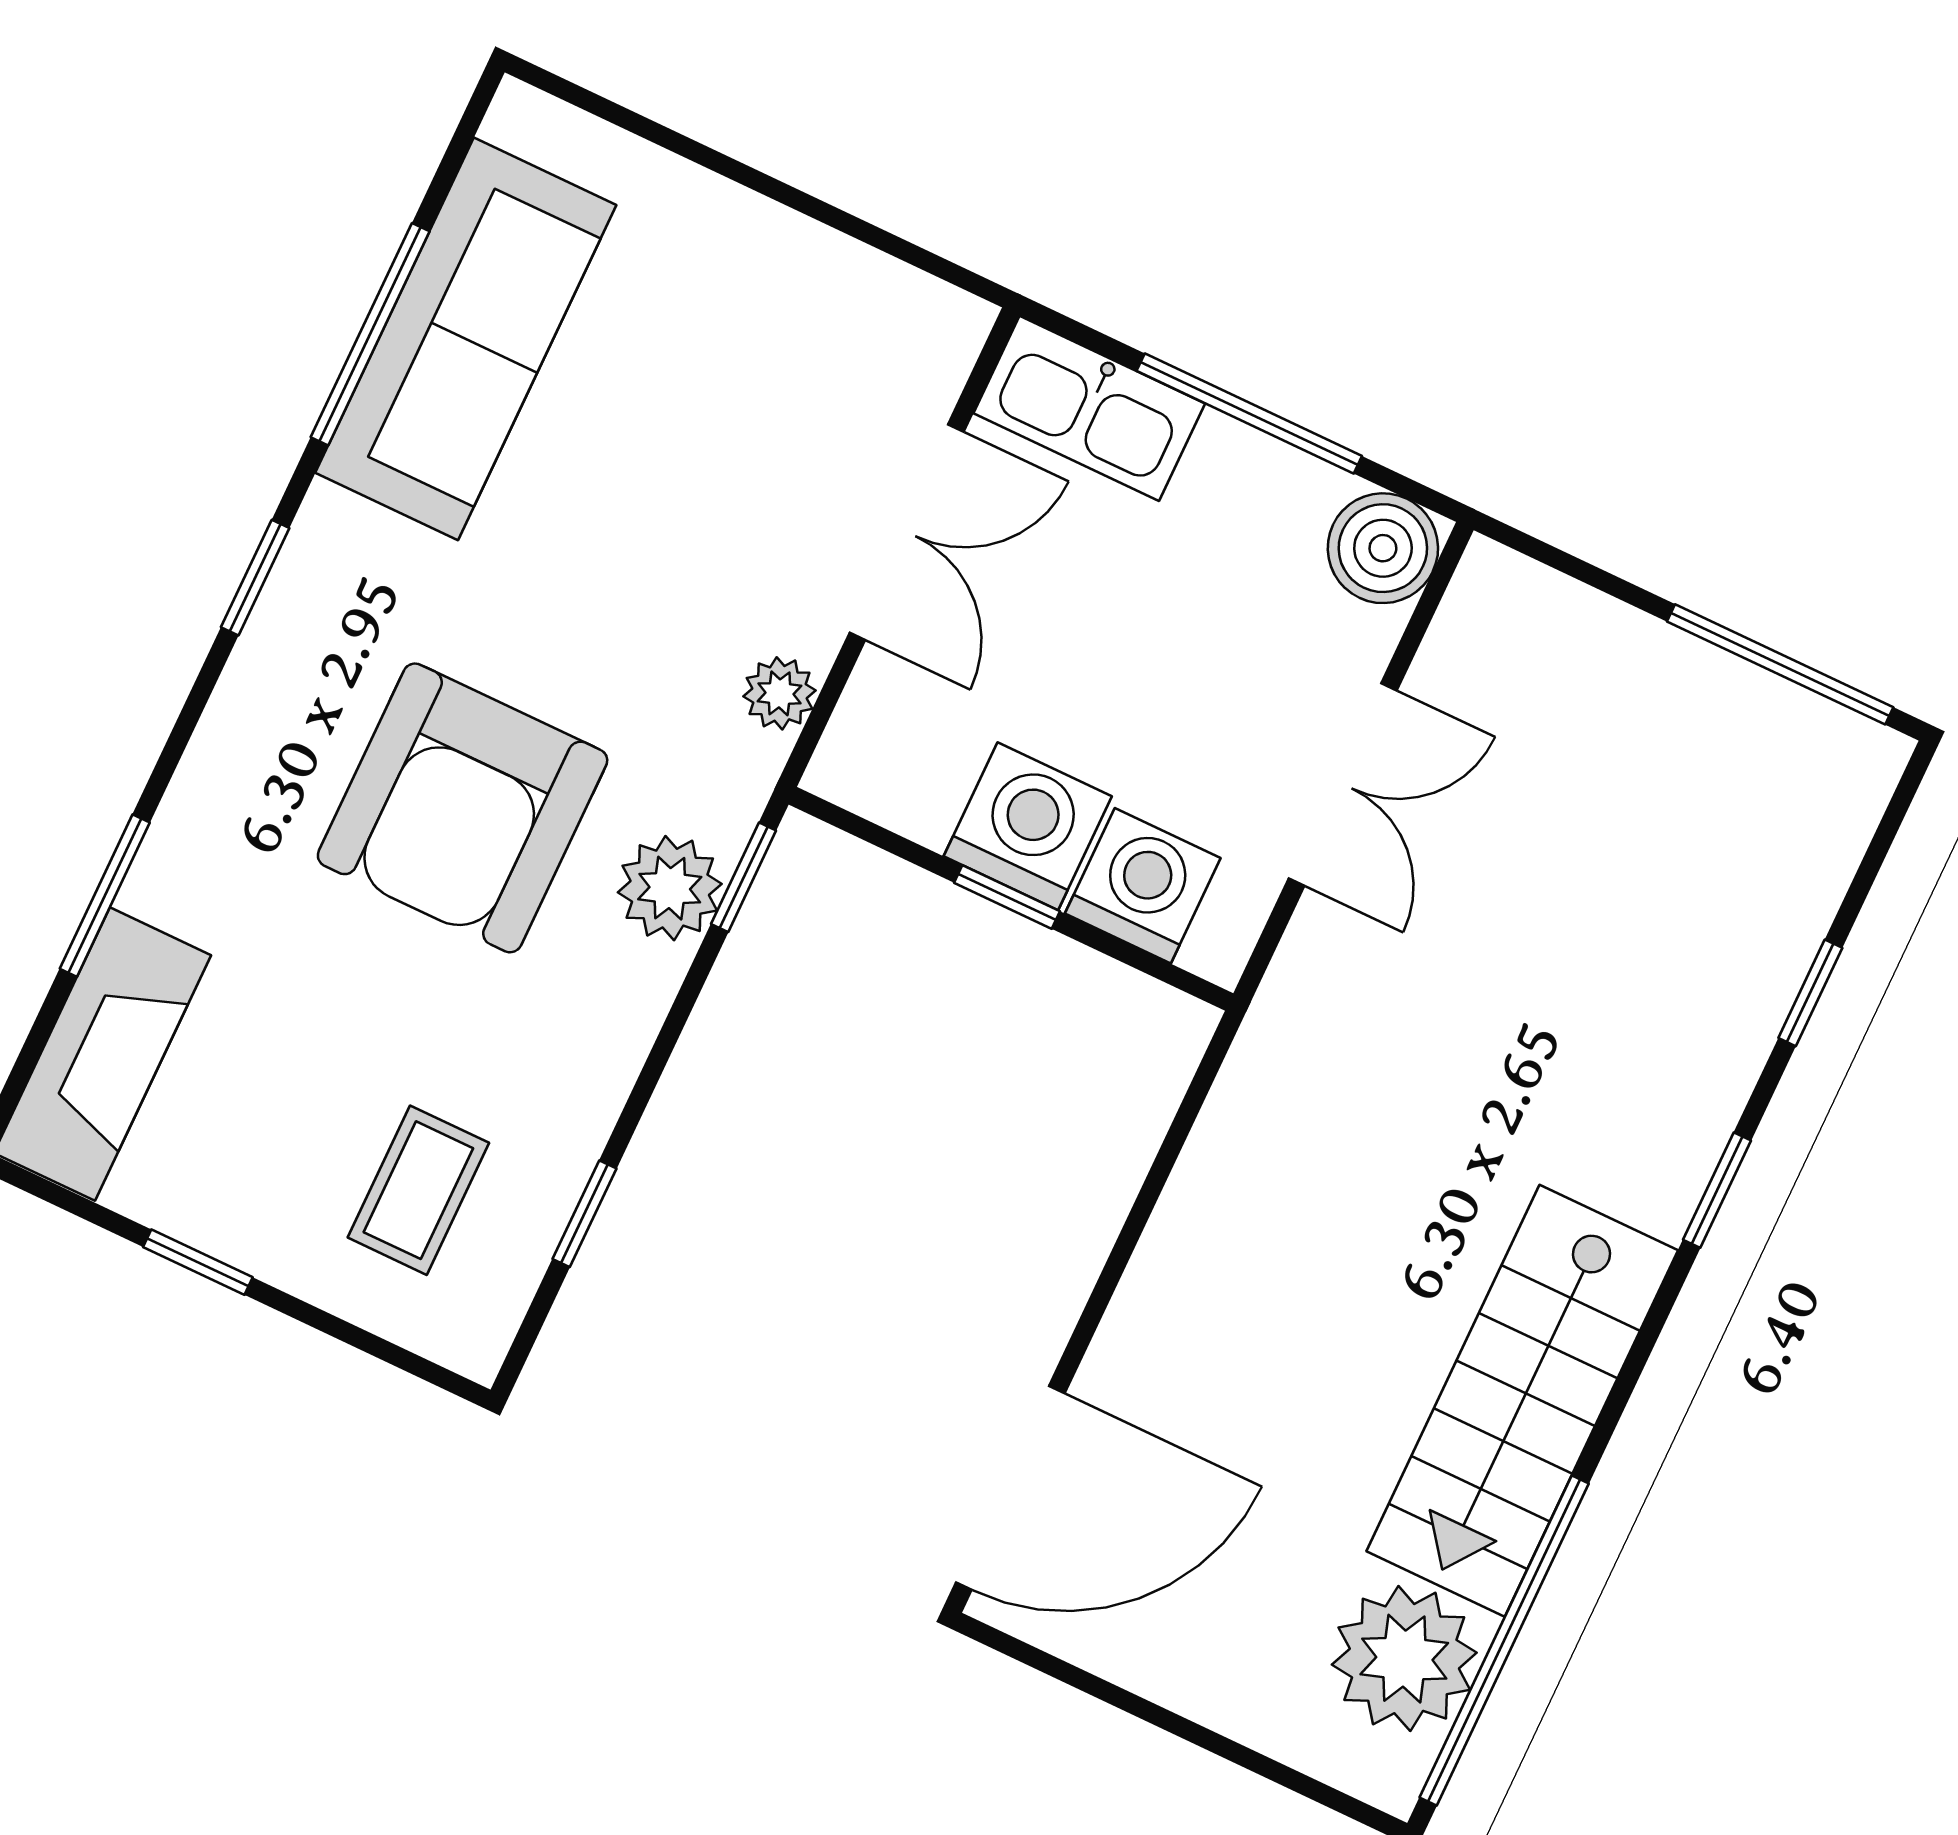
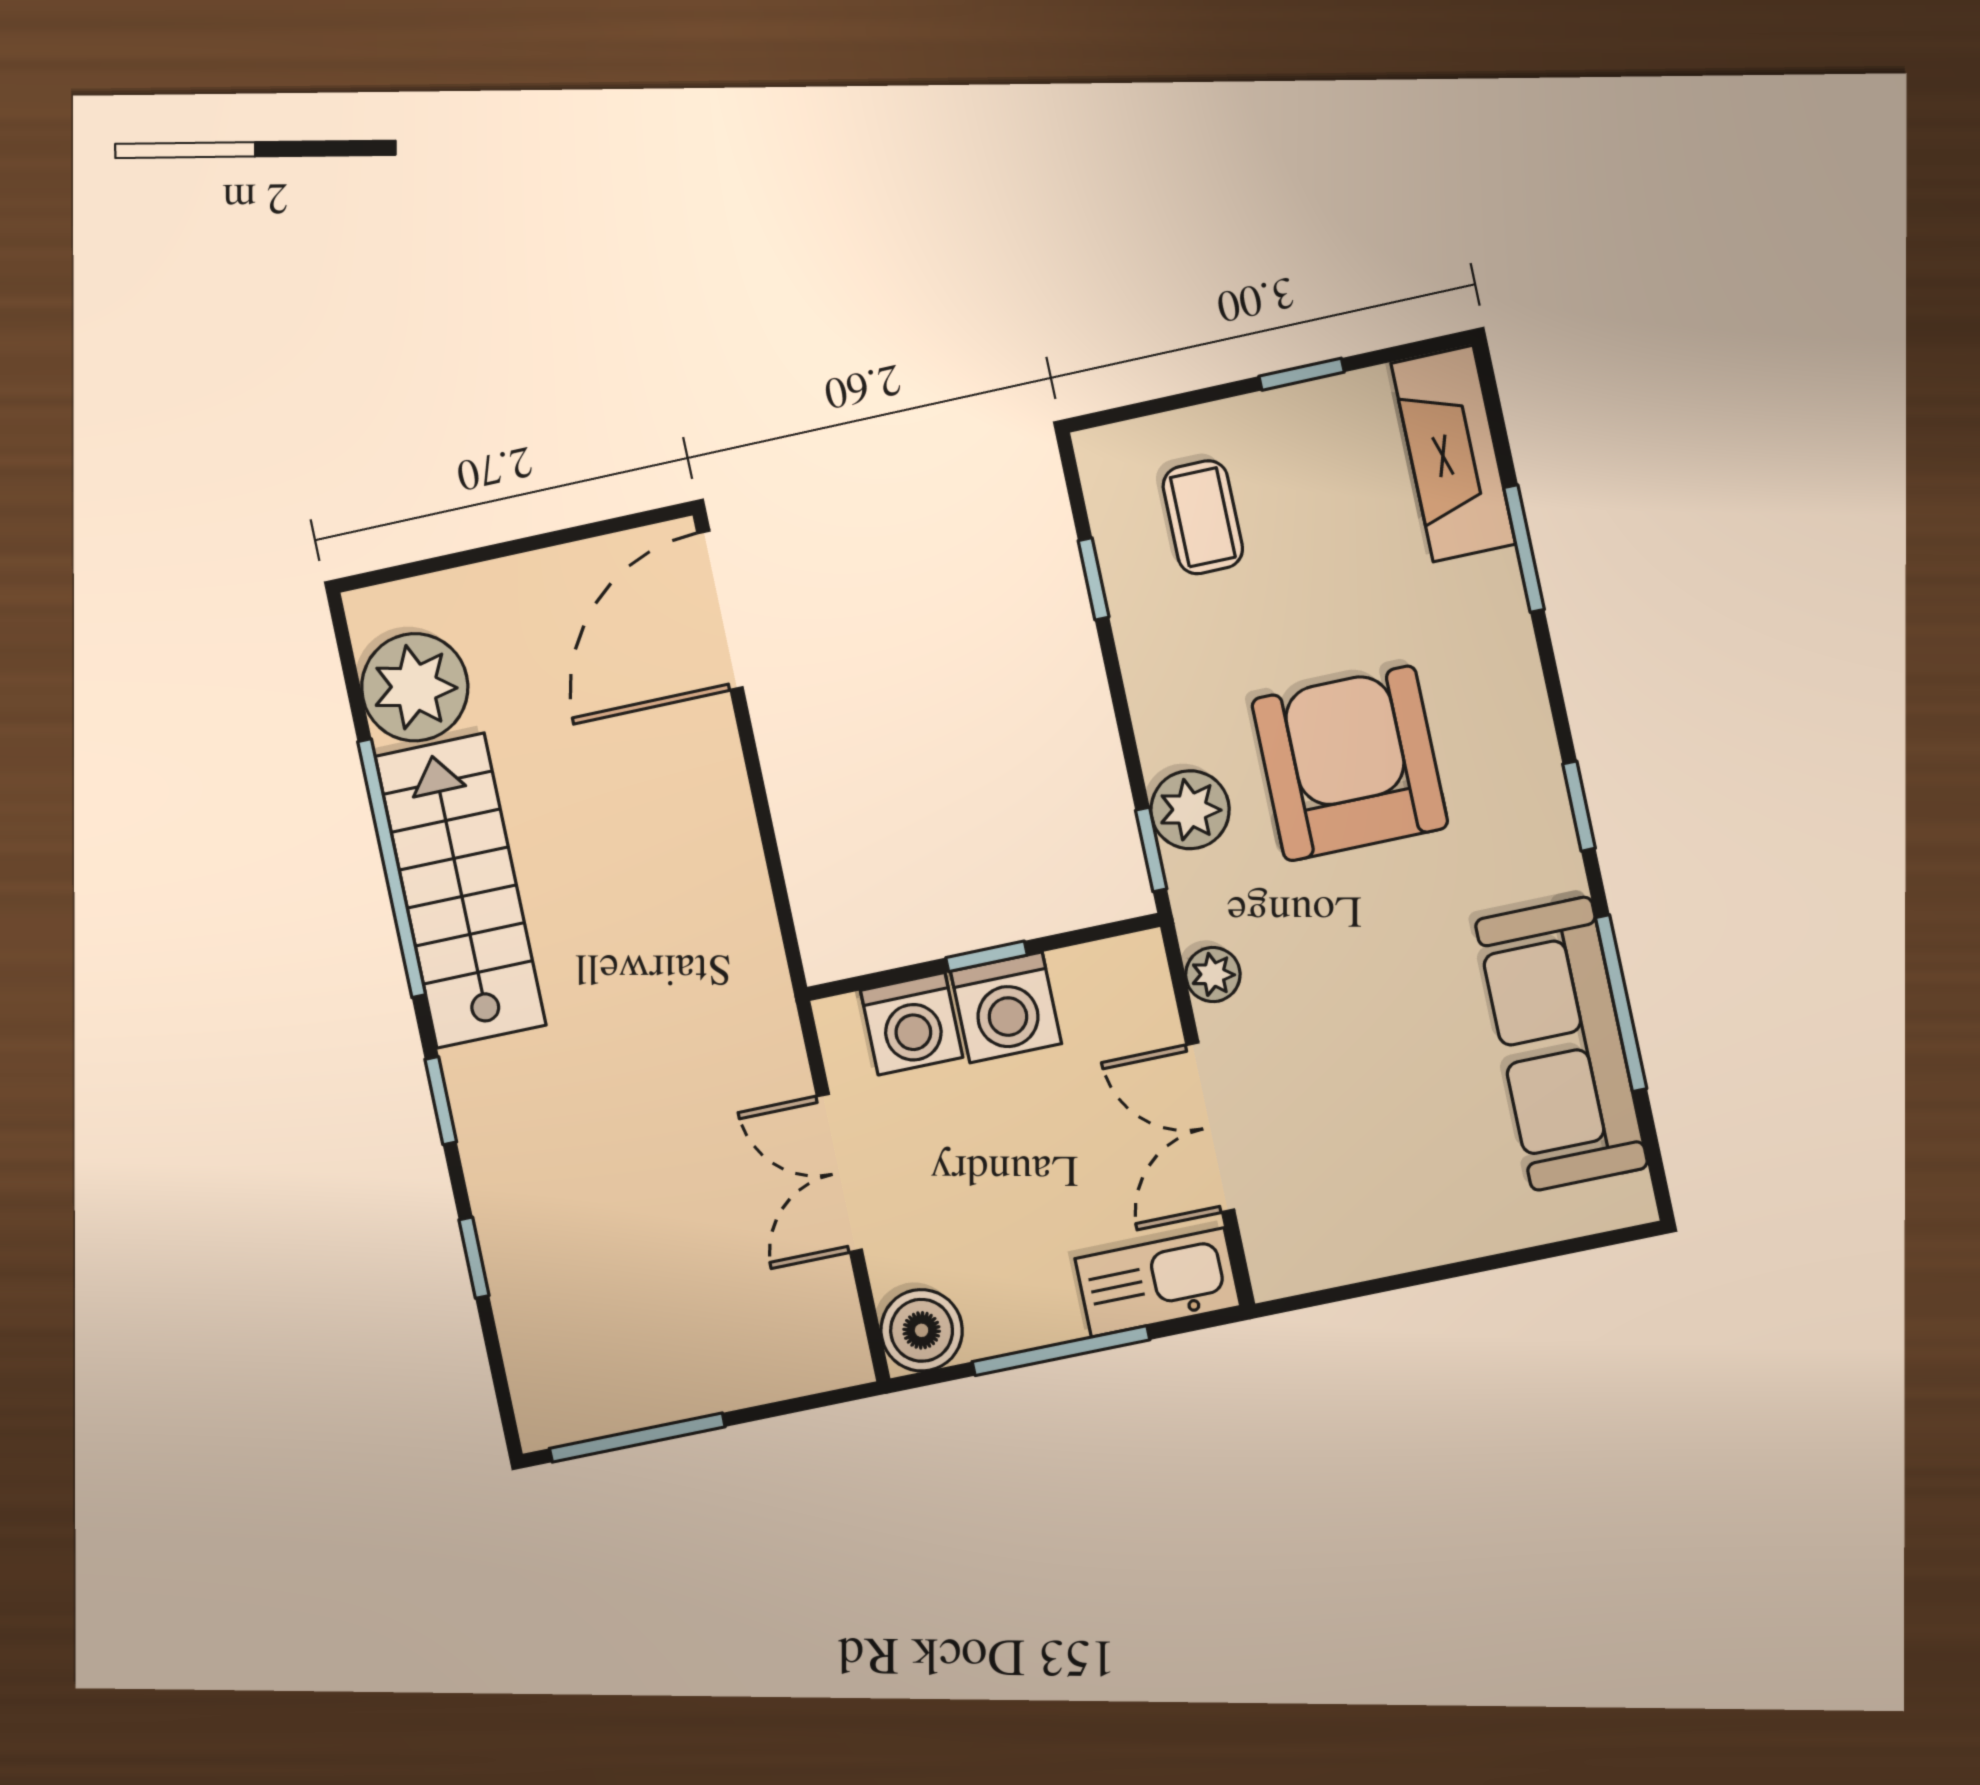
window: (1504, 1641) -> (392, 868), moved

